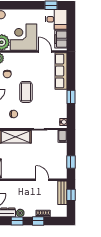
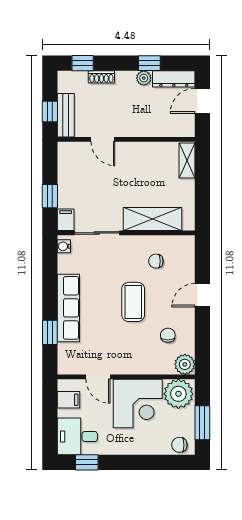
filing cabinet: (61, 39) -> (69, 400), width x0.50
row of seats: (61, 71) -> (68, 308), moved
window: (71, 97) -> (50, 332), moved
window: (71, 162) -> (50, 196), moved
window: (38, 221) -> (83, 63), moved

